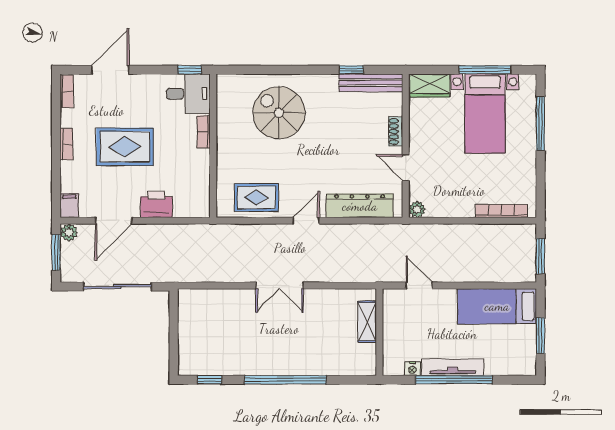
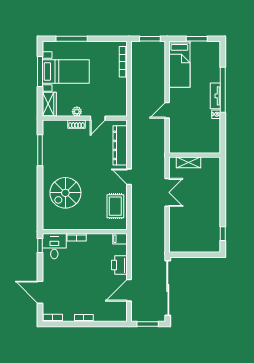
window: (351, 70) -> (40, 150), width x2.17
bench: (371, 83) -> (48, 139), removed
rug: (125, 147) -> (85, 284), removed
filing cabinet: (69, 205) -> (120, 239), moved
plant: (417, 209) -> (77, 112), moved
door: (114, 221) -> (129, 290), swing flipped
plant: (69, 232) -> (136, 317), removed
sliding door: (117, 287) -> (168, 288), width x1.36
shelving: (367, 322) -> (188, 162), moved
wall: (379, 332) -> (195, 155), moved
tv unit: (453, 367) -> (215, 96), width x0.71
window: (285, 380) -> (223, 189), removed

